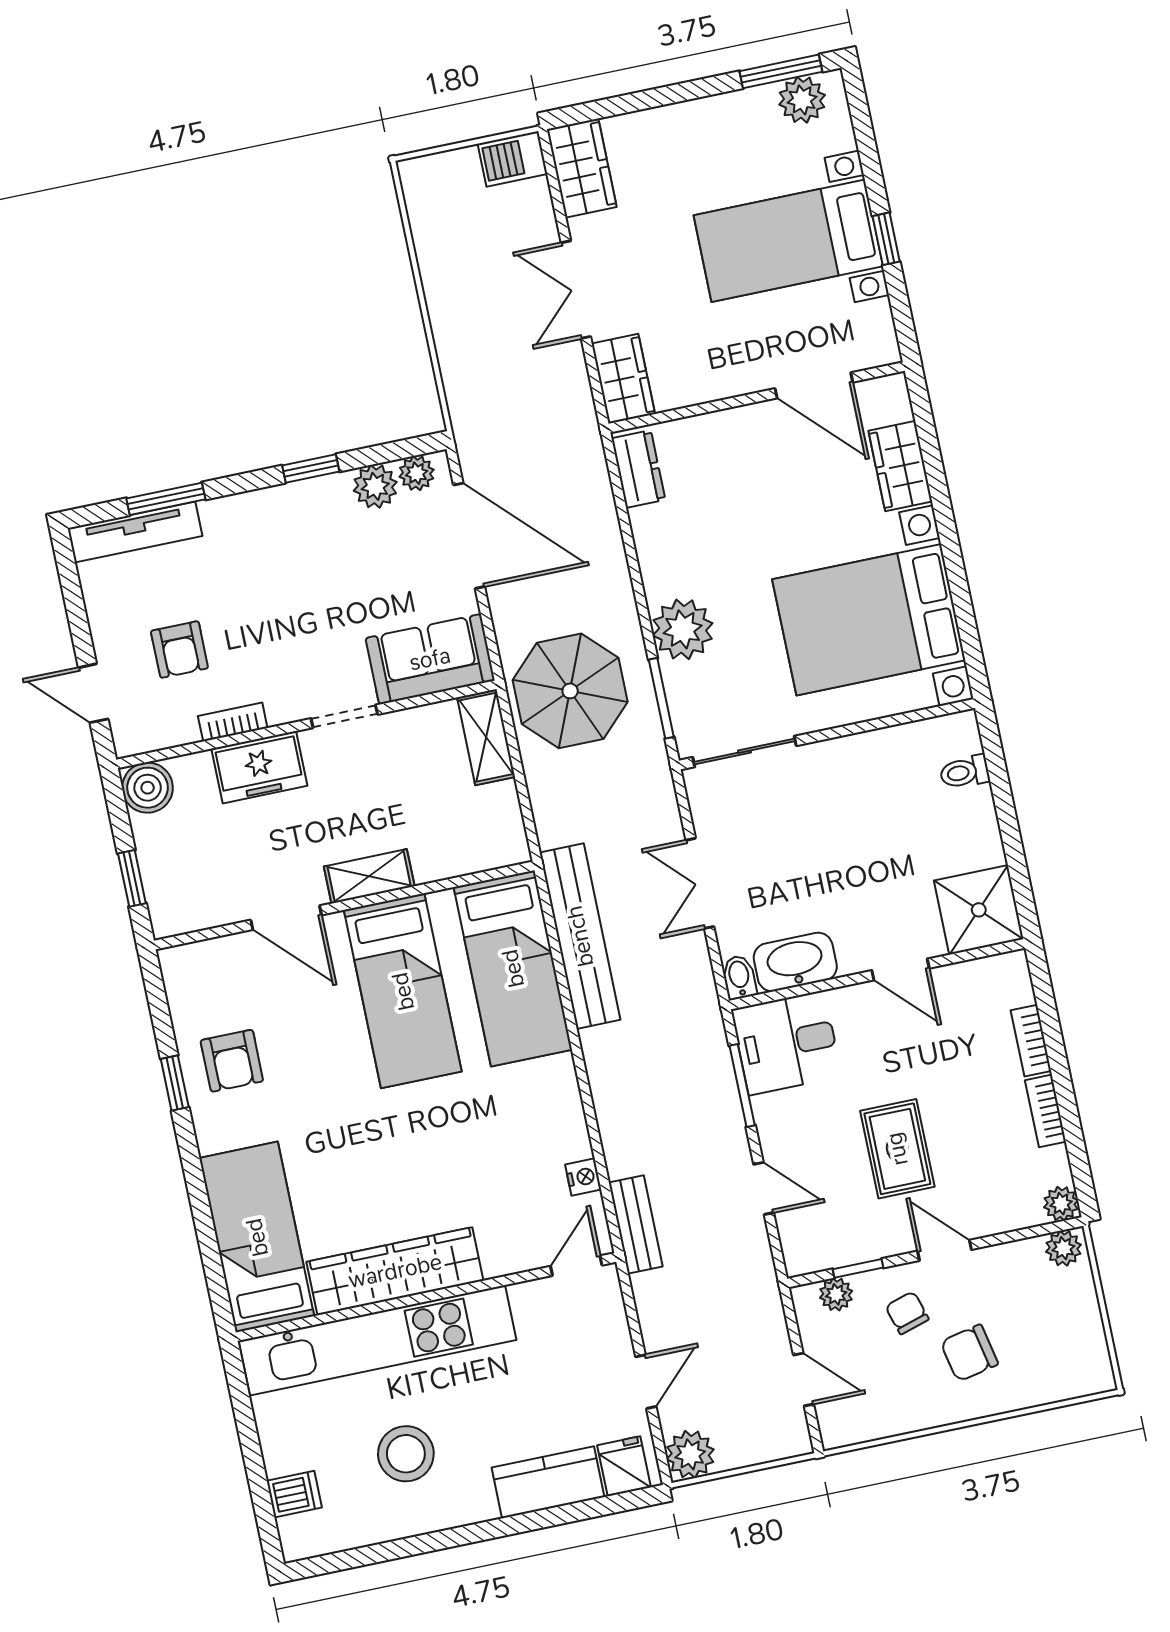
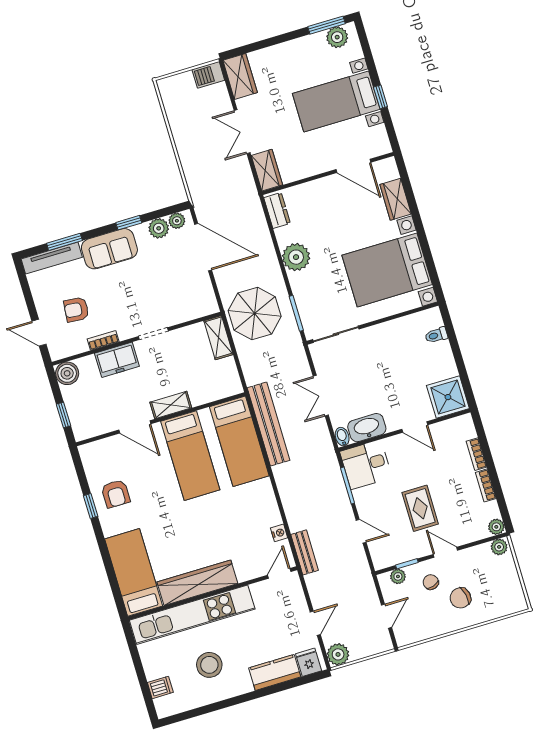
plant: (683, 629) -> (296, 257), moved
armchair: (179, 650) -> (76, 310), turned 95
sofa: (430, 659) -> (109, 249), moved, turned 180
door: (804, 1380) -> (386, 616), hinge flipped

